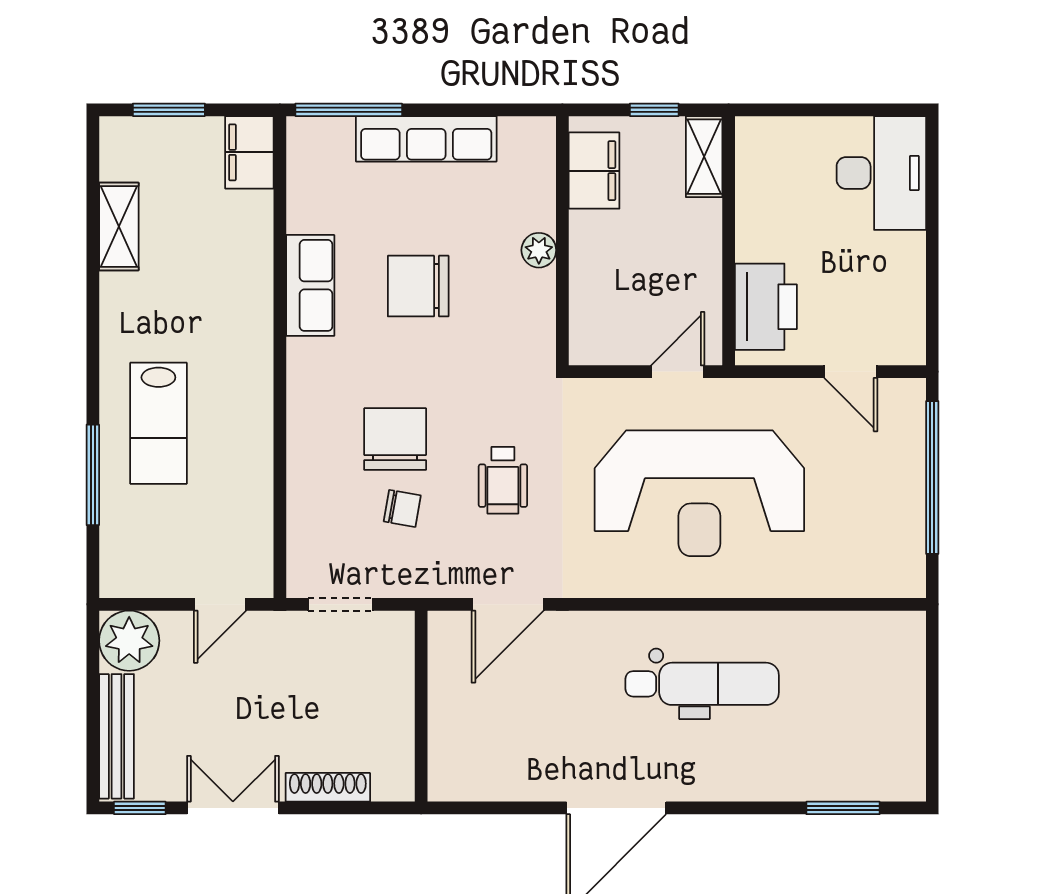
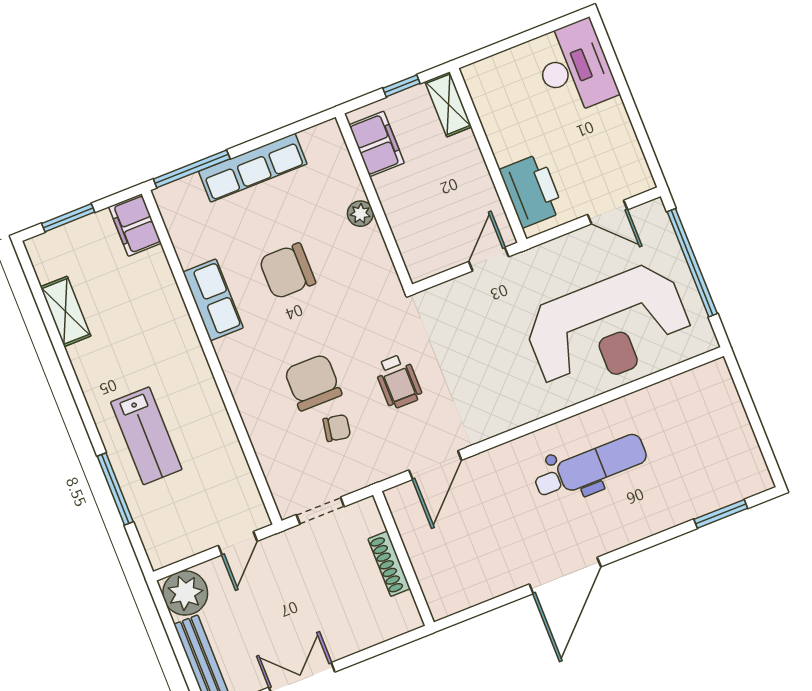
reception desk: (699, 493) -> (608, 328), moved
shoe rack: (328, 787) -> (389, 564), moved, turned -90

